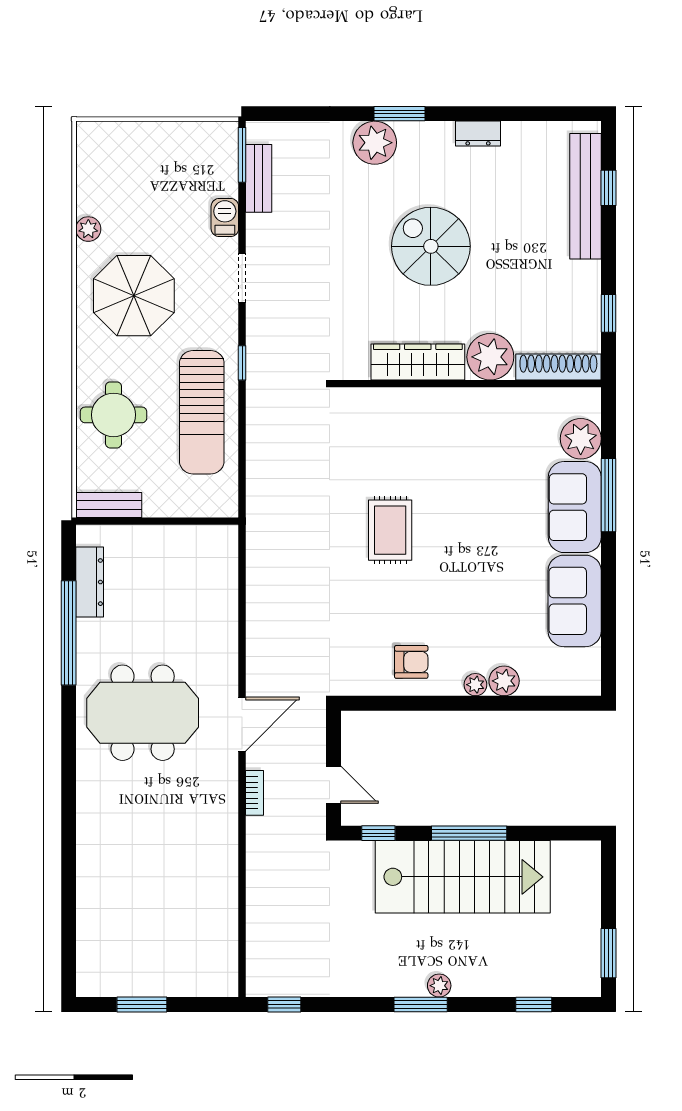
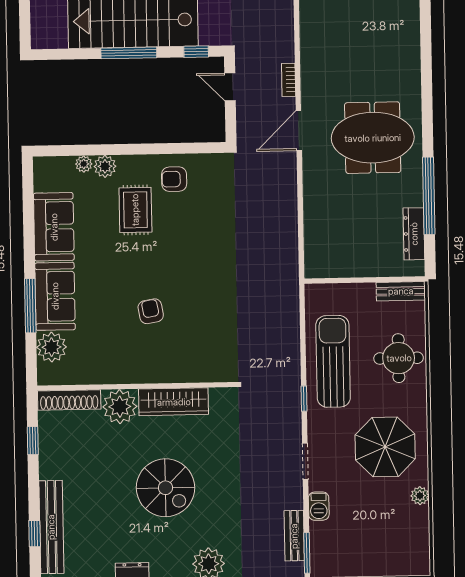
armchair: (446, 484) -> (151, 311), added
rug: (390, 530) -> (135, 210), moved
plant: (475, 685) -> (84, 164), moved

